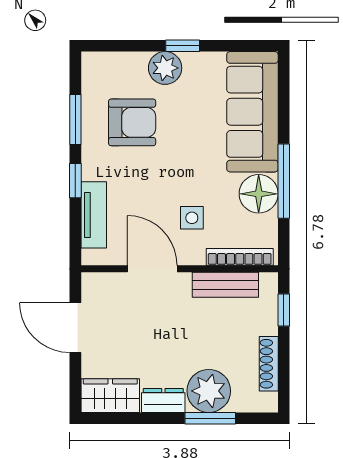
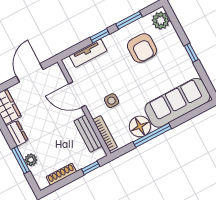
plant: (165, 68) -> (161, 21), moved
door: (152, 269) -> (77, 95), swing flipped
plant: (209, 391) -> (31, 160), width x0.53, depth x0.53

